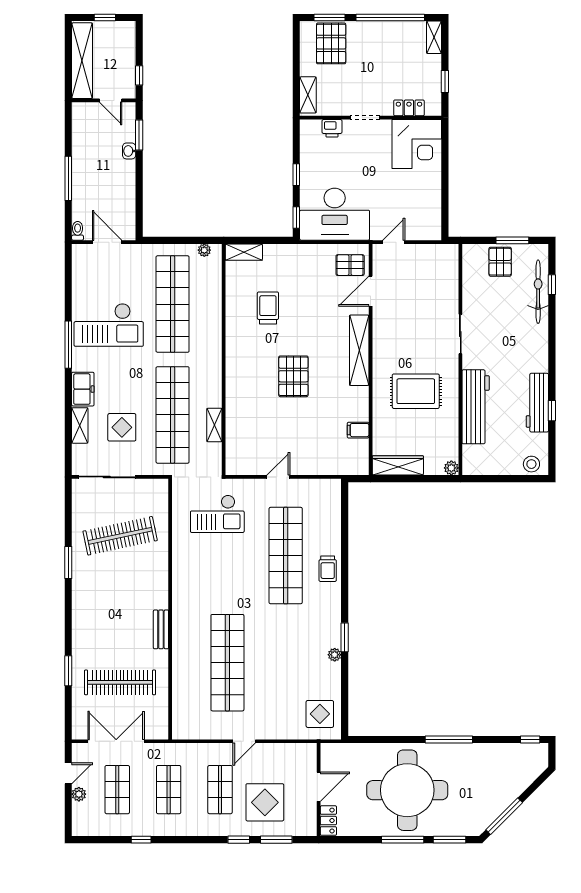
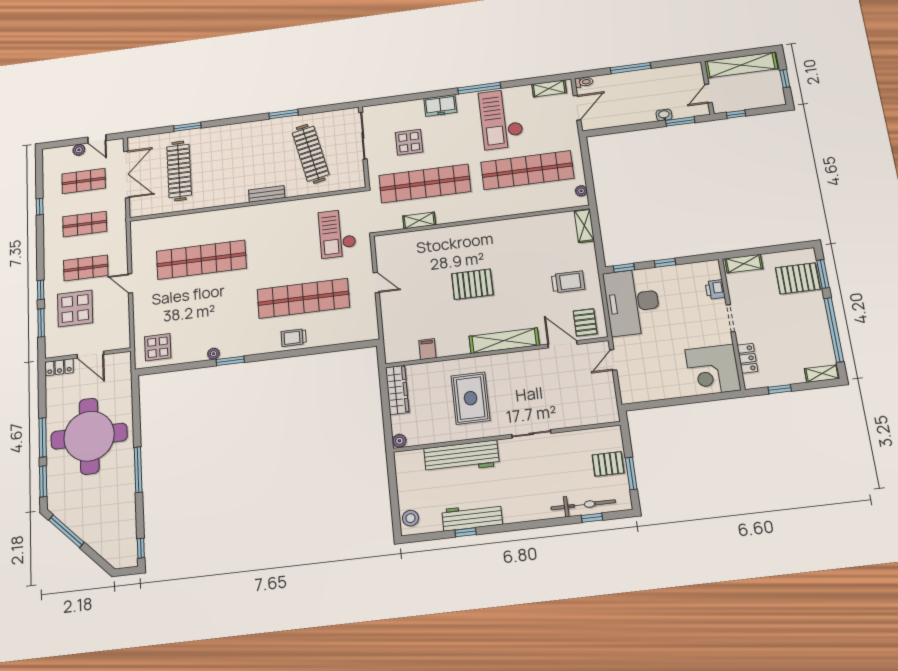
door: (394, 242) -> (613, 360), swing flipped
trolley: (268, 308) -> (568, 282), moved
shelving: (80, 425) -> (549, 88), moved
bench: (161, 629) -> (267, 194), moved

